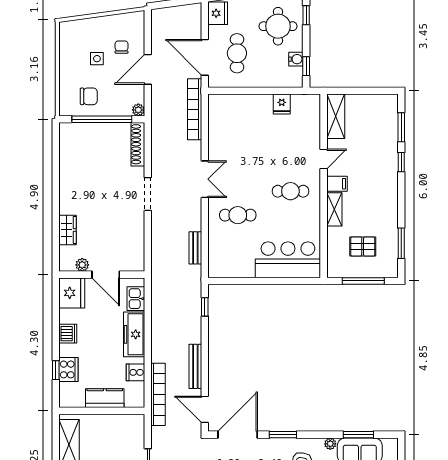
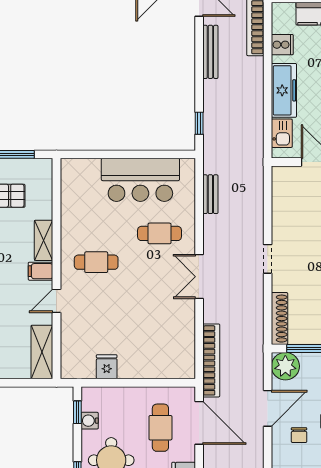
plant: (138, 110) -> (285, 366), width x1.88, depth x1.88
doorway: (148, 194) -> (268, 259), width x0.73
bar counter: (288, 260) -> (140, 180), moved

